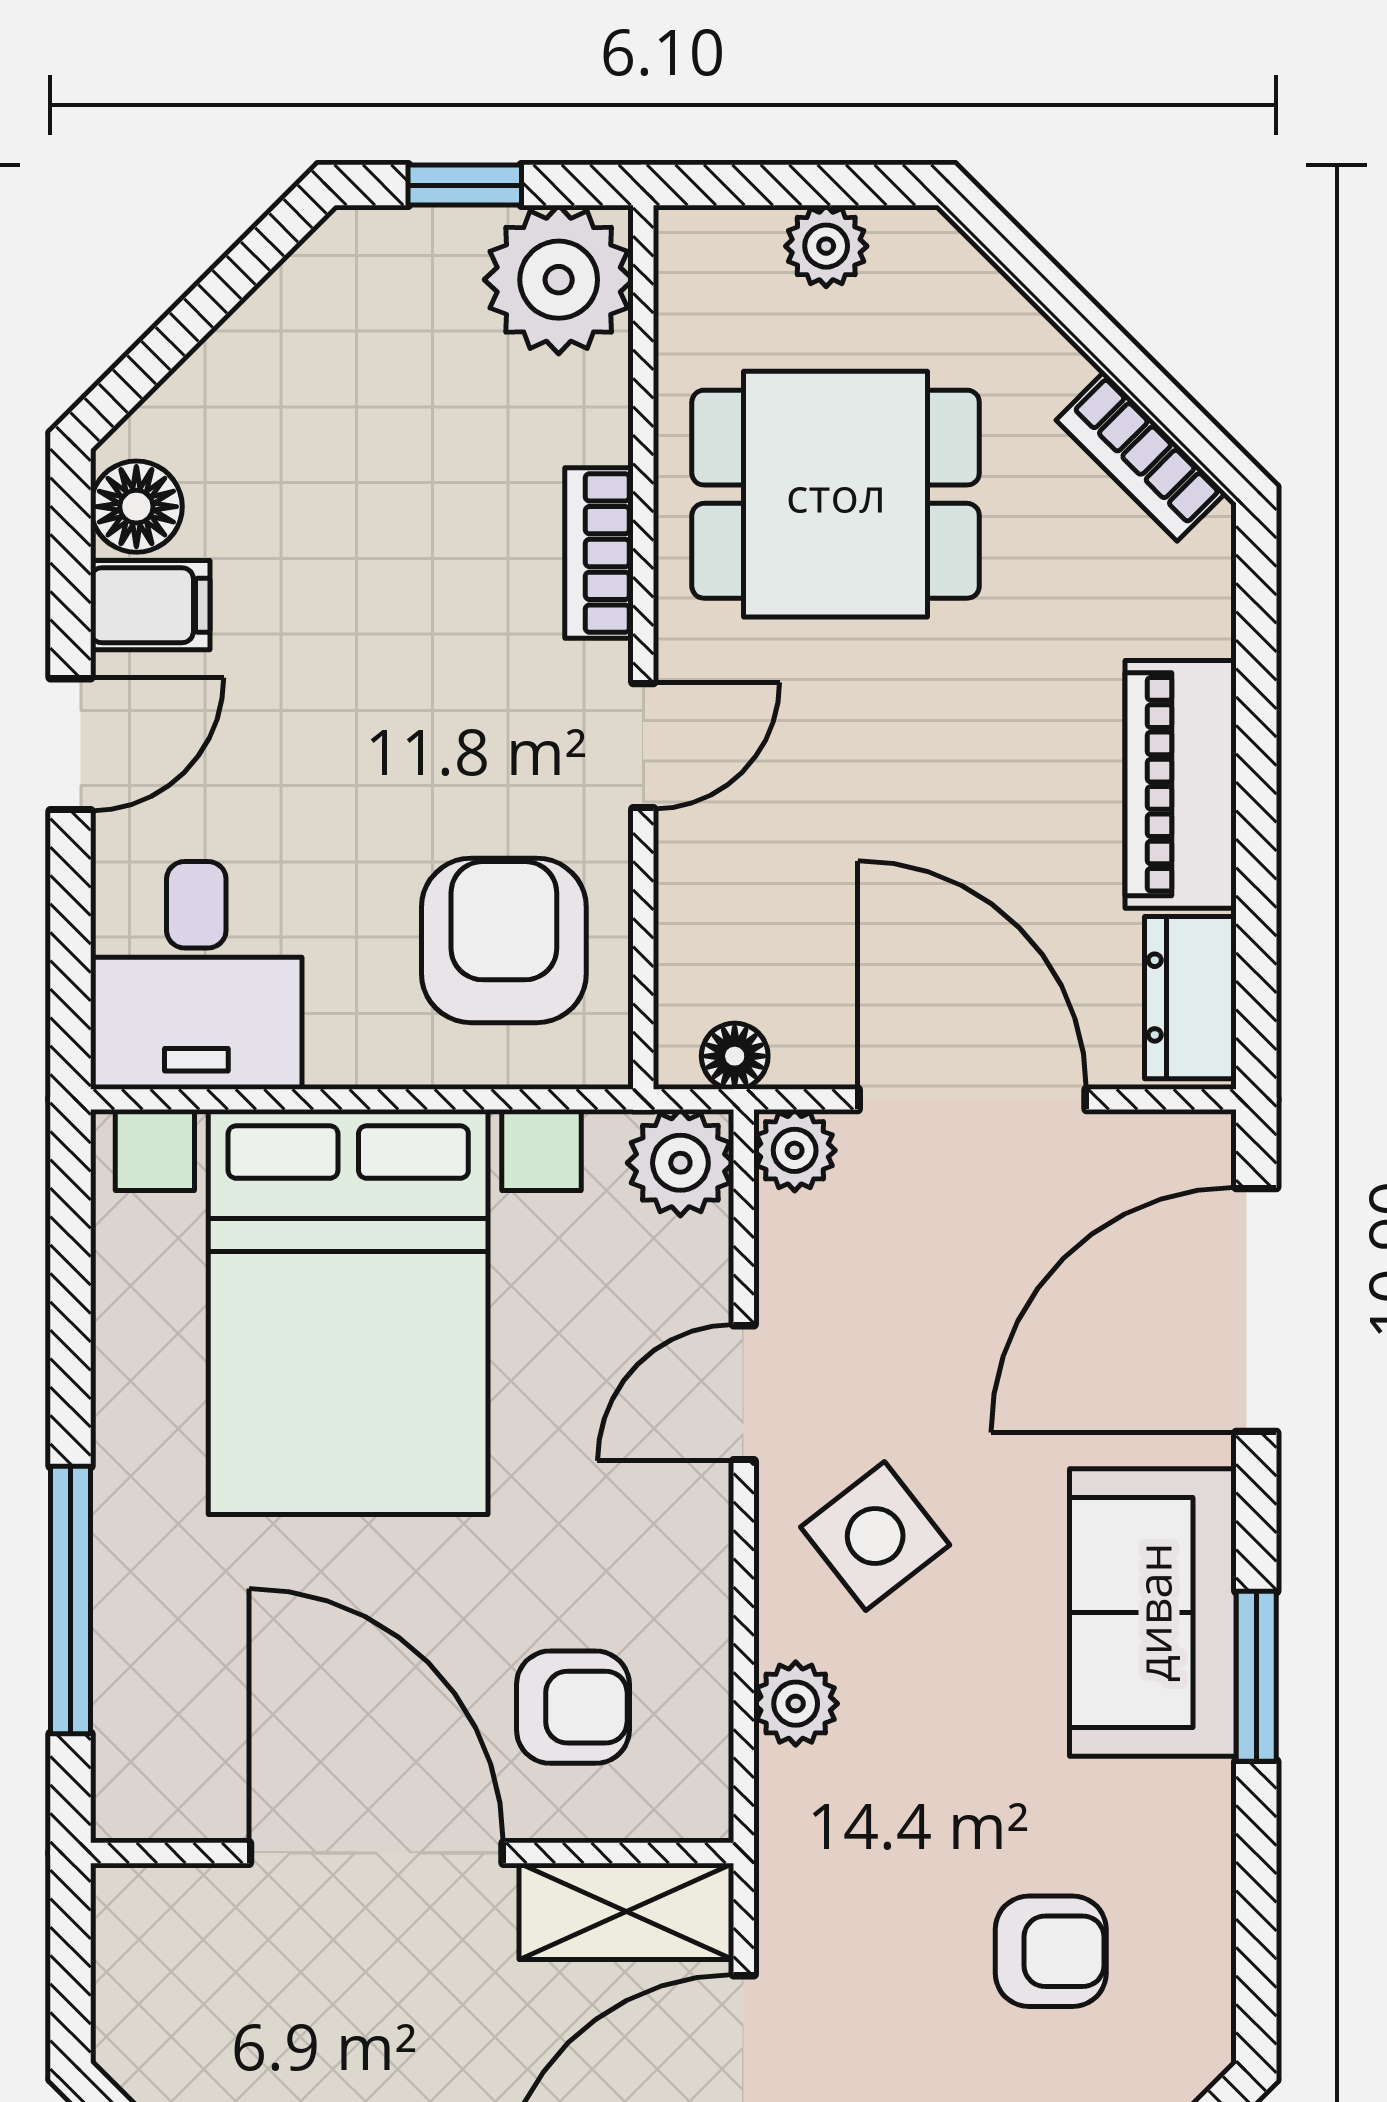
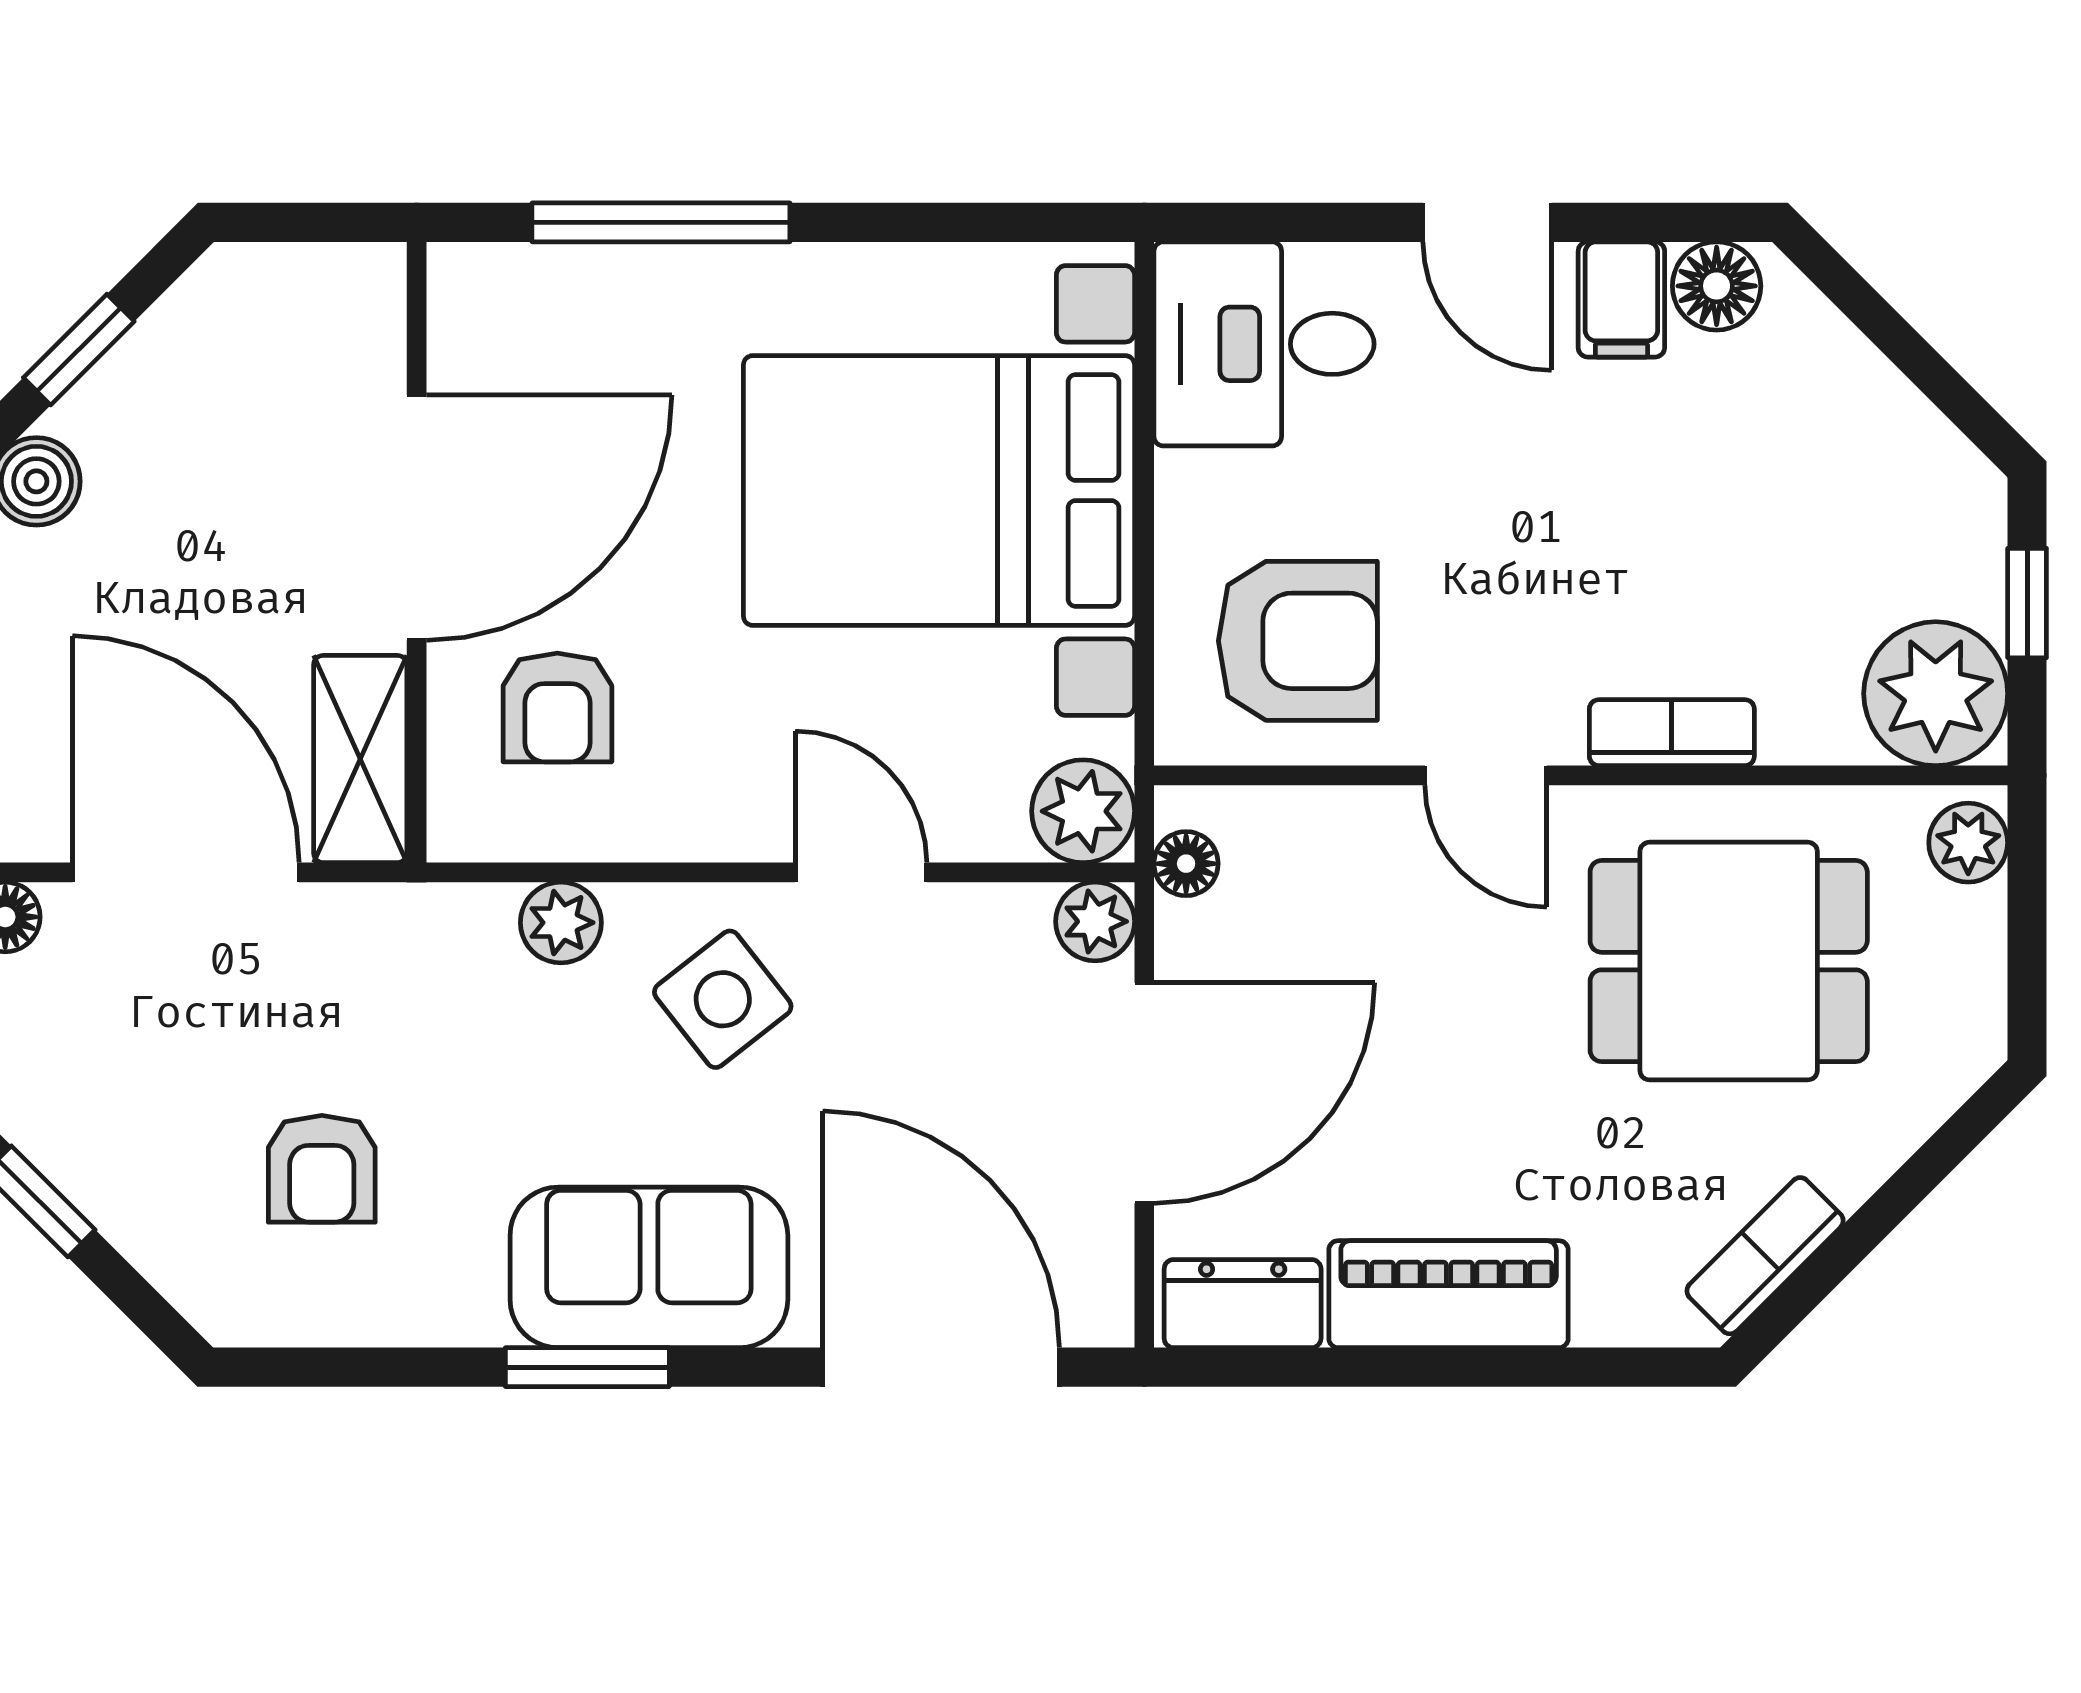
plant: (826, 246) -> (1968, 843), moved
dining table: (836, 494) -> (1729, 961), turned 90

